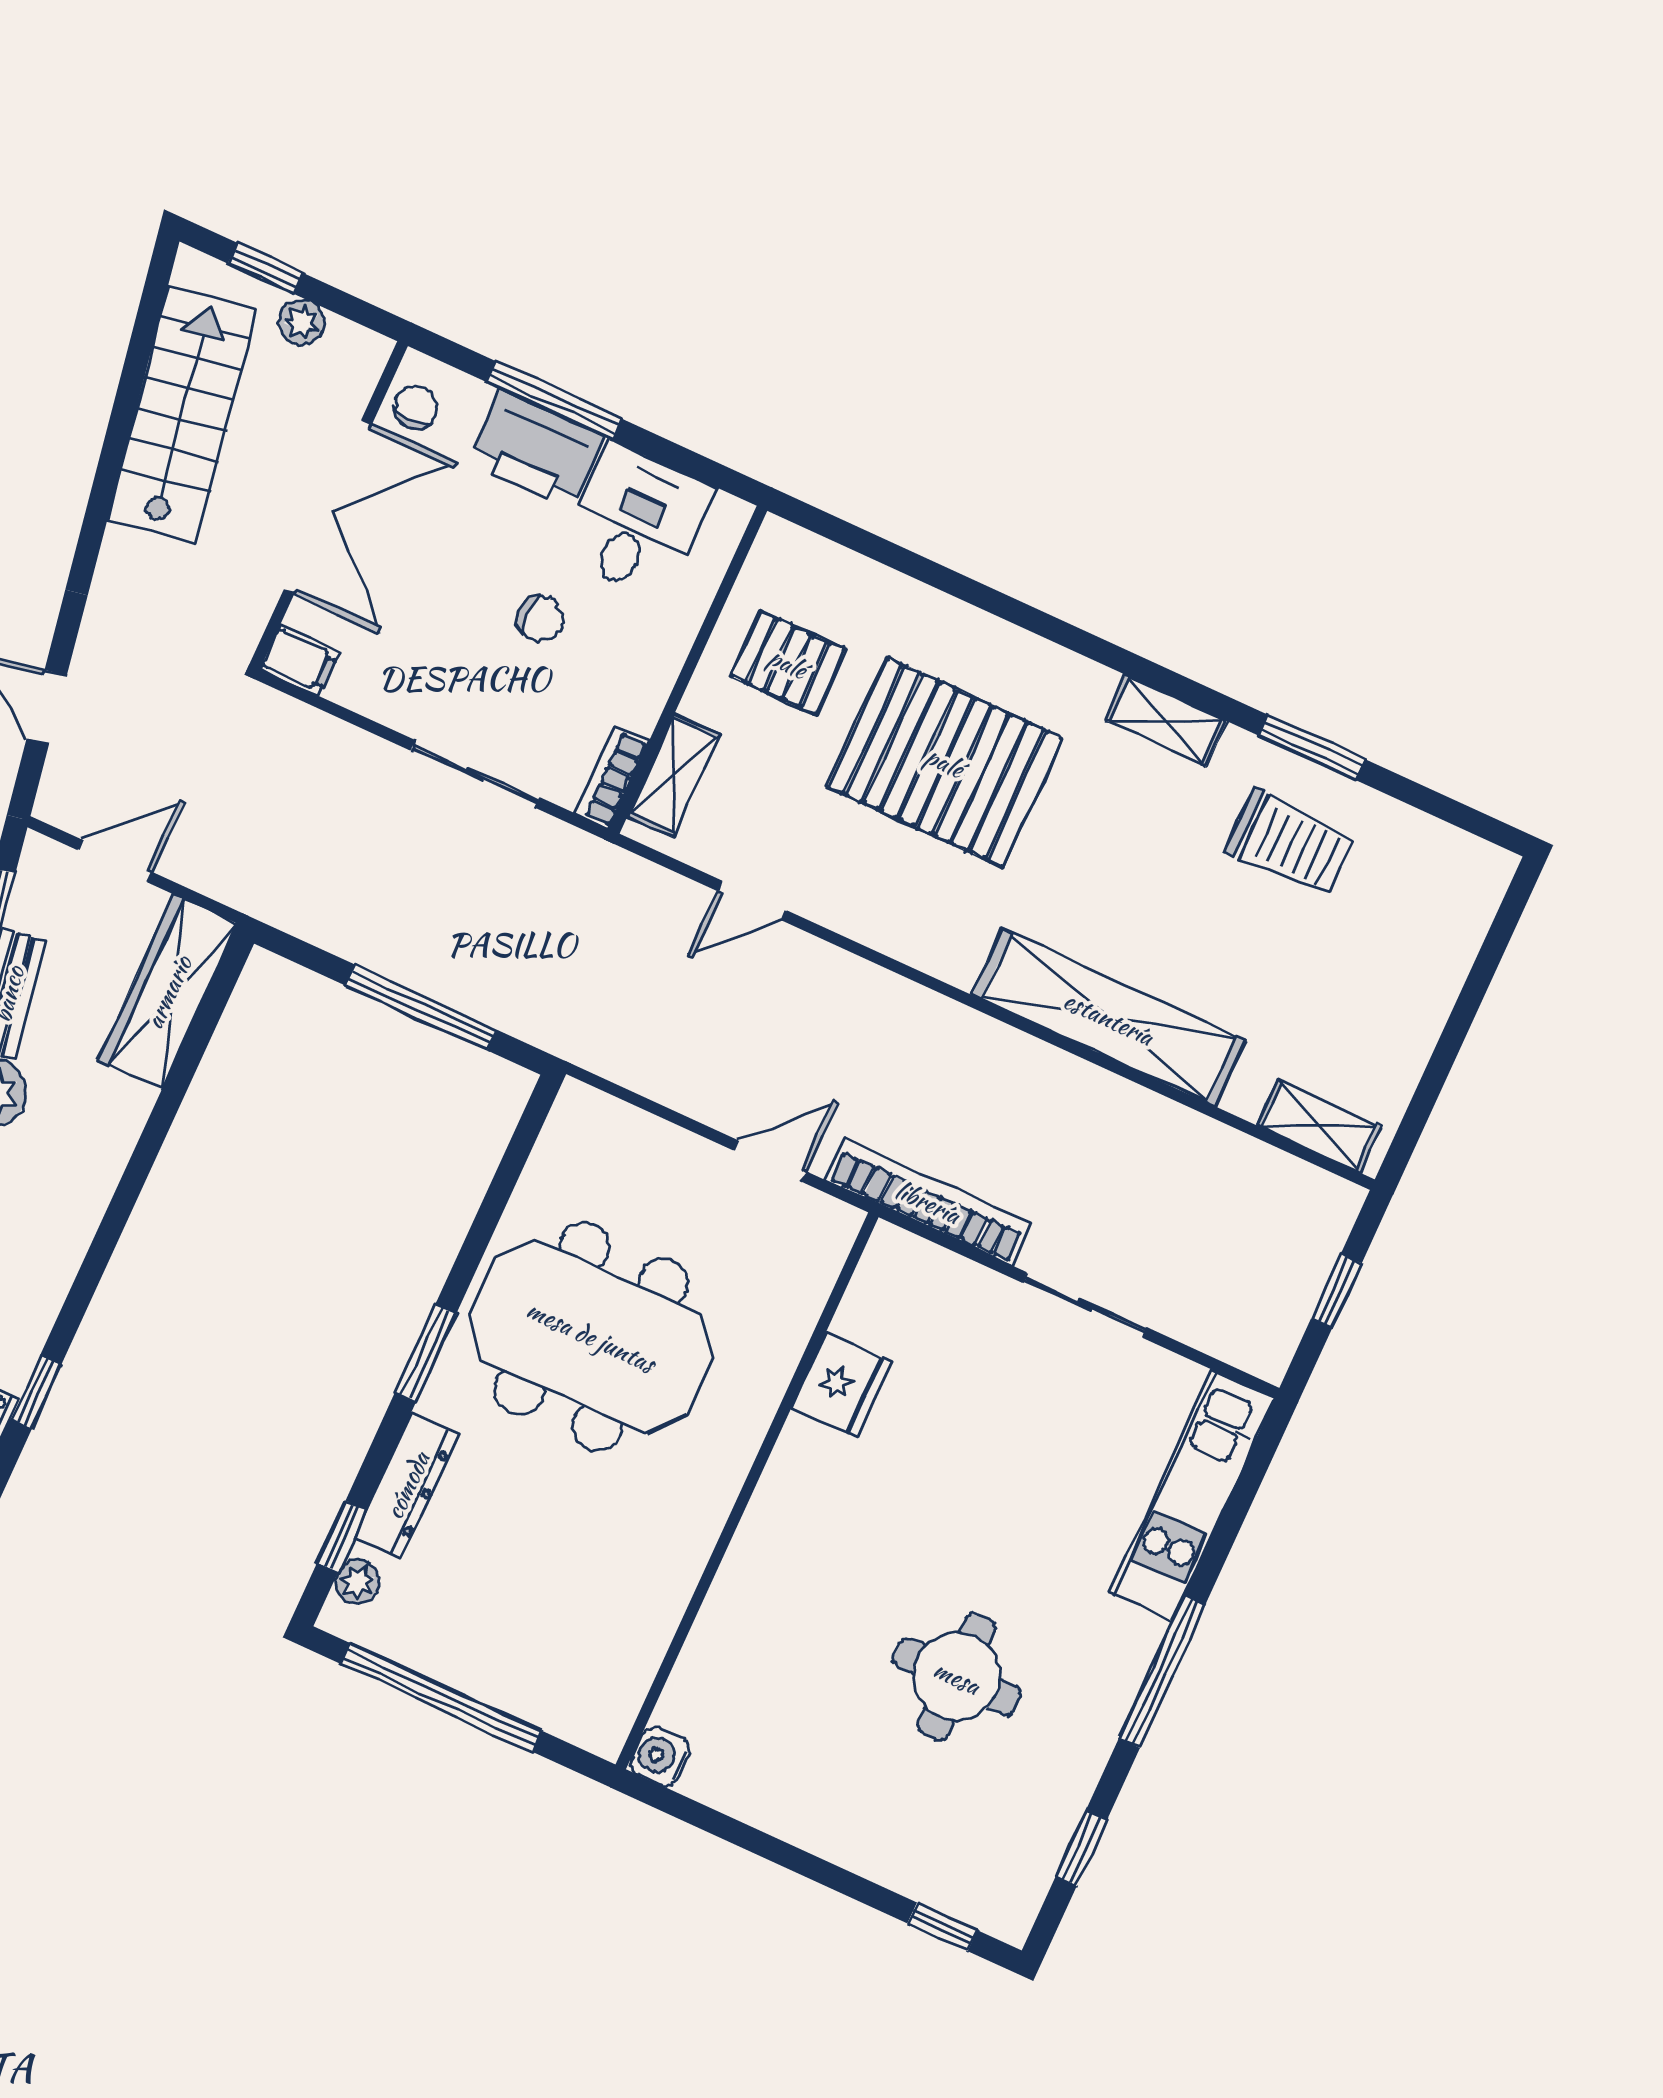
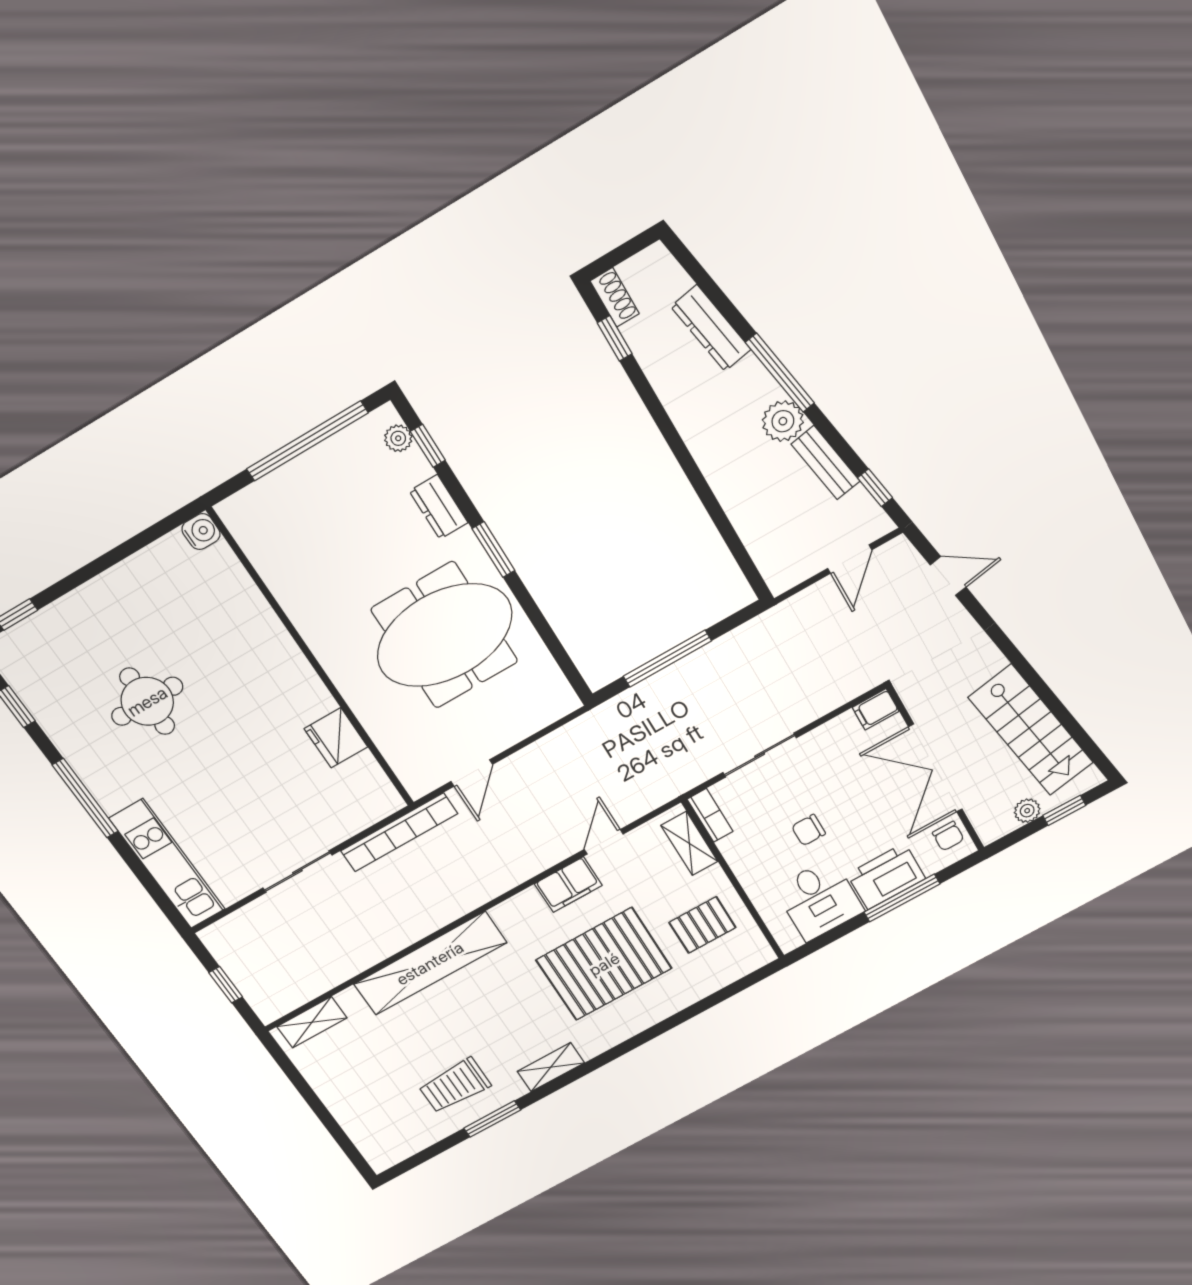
filing cabinet: (852, 904) -> (568, 885), added
wardrobe: (168, 992) -> (767, 542), removed
dresser: (407, 1485) -> (439, 507), width x0.70

